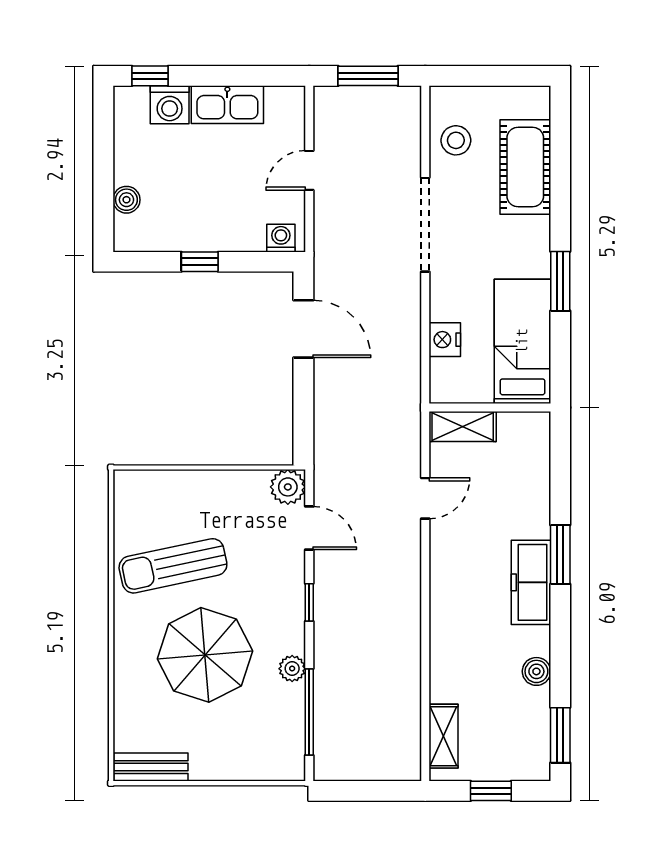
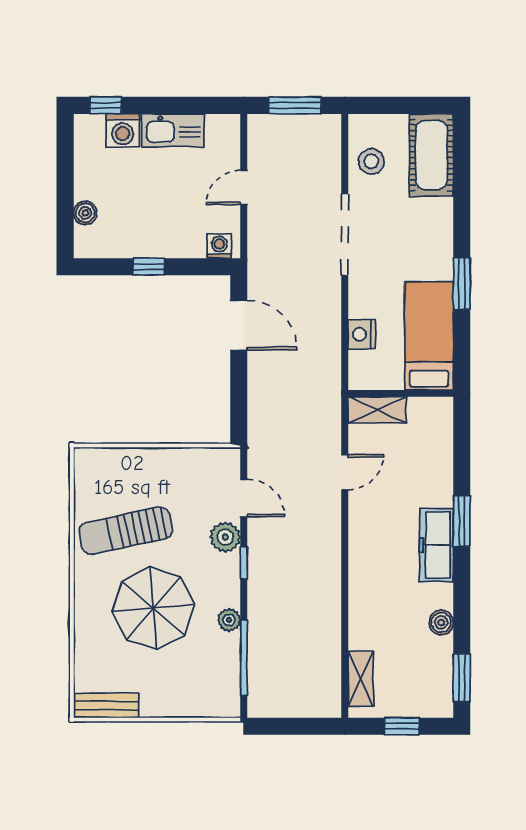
cot: (525, 167) -> (431, 155), moved
plant: (288, 487) -> (225, 537), moved

